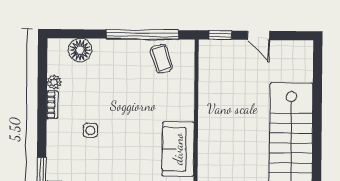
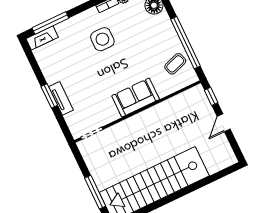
side table: (90, 130) -> (102, 39), width x1.87, depth x1.87
sofa: (178, 149) -> (136, 98), moved

